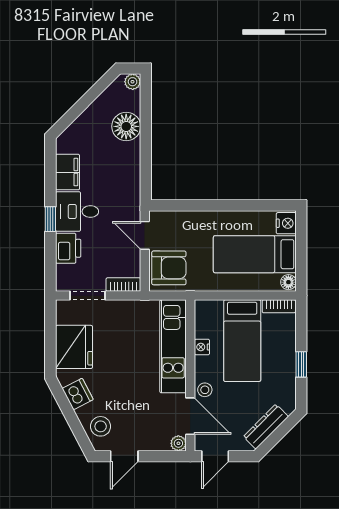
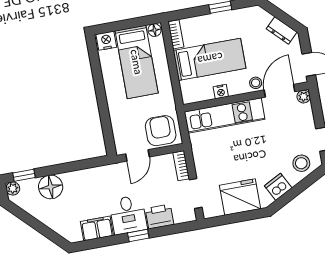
window: (146, 98) -> (24, 175), added
dresser: (266, 427) -> (282, 30), width x0.70

